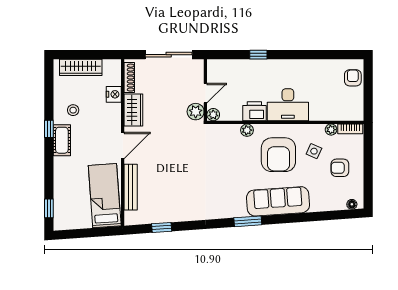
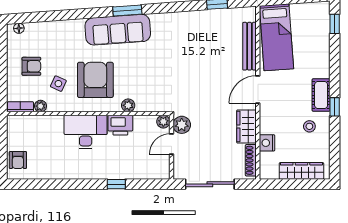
sofa: (278, 201) -> (118, 30), moved

